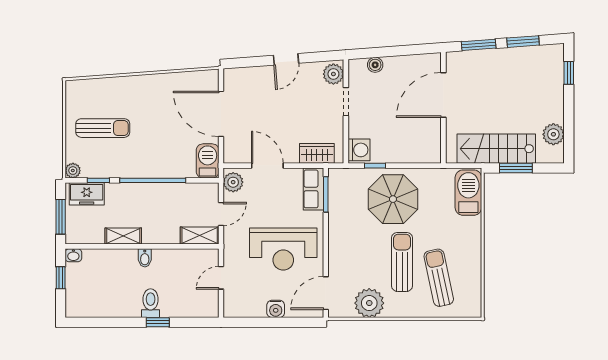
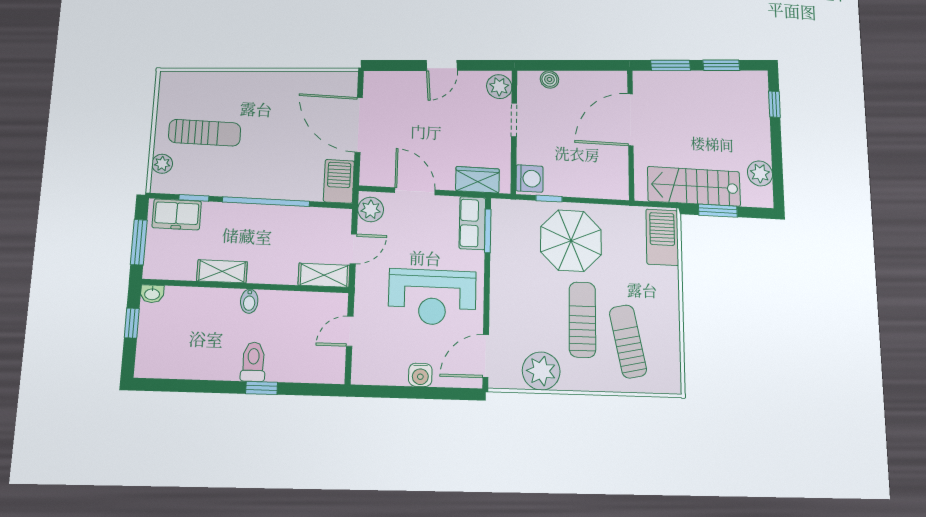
plant: (73, 171) -> (162, 164), moved

